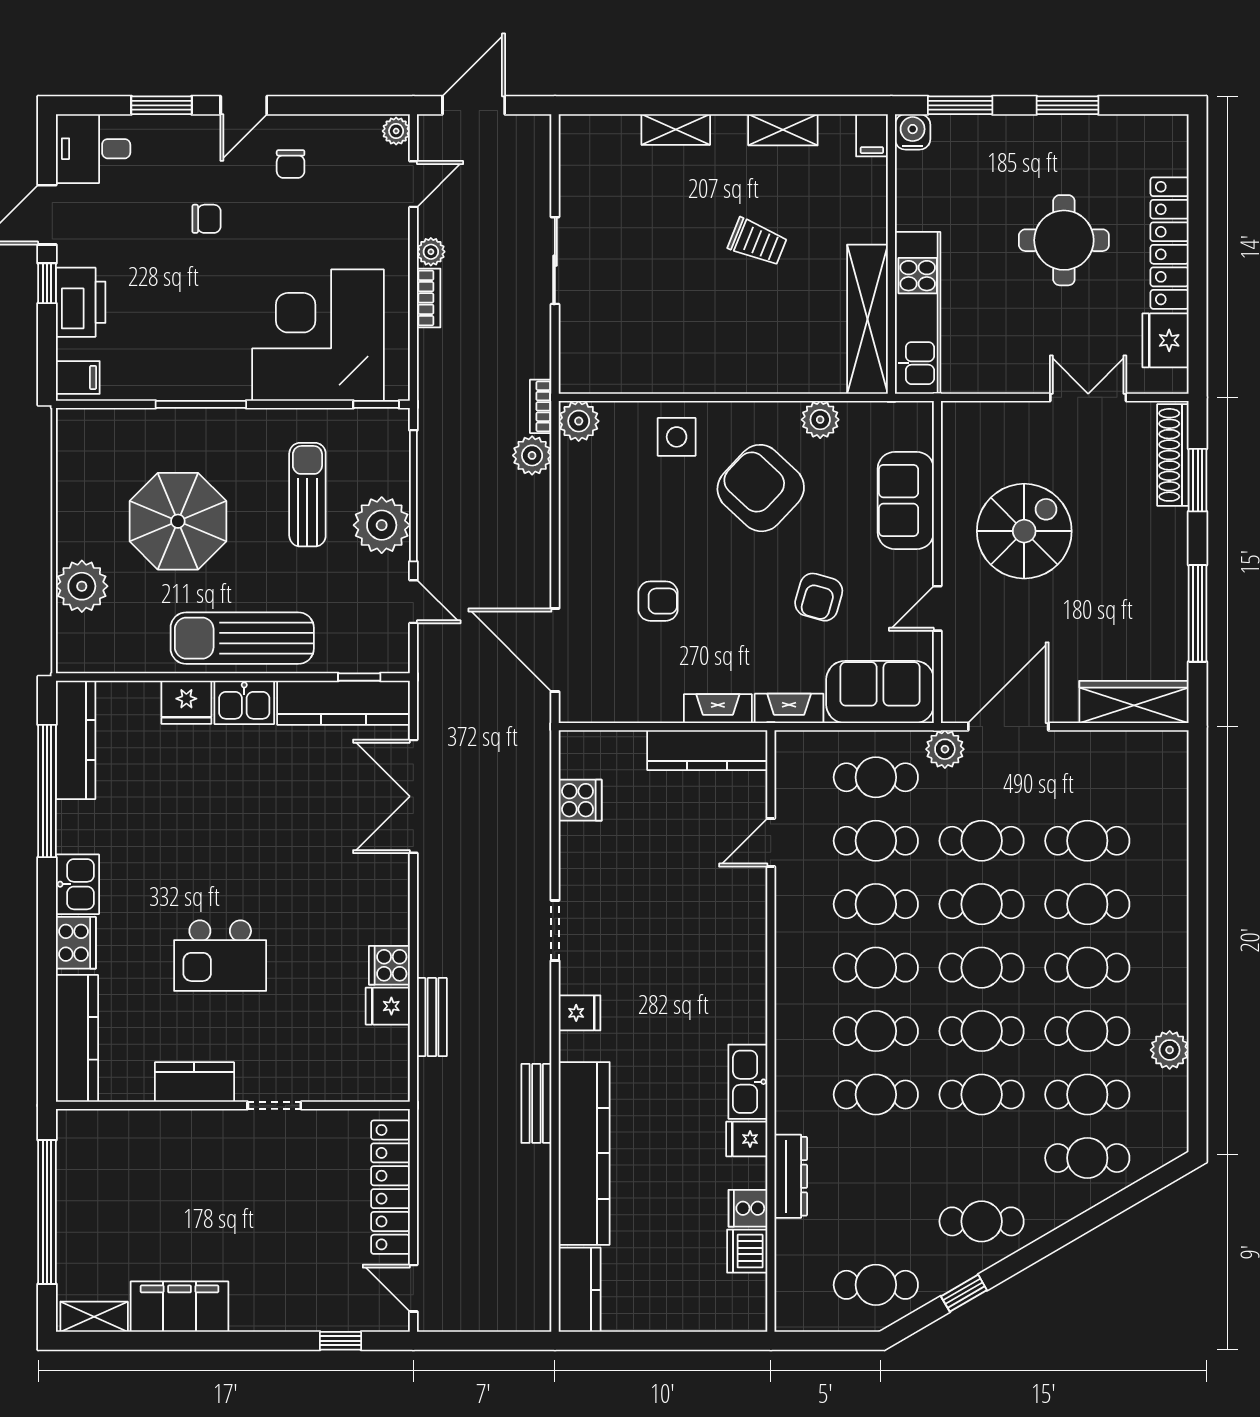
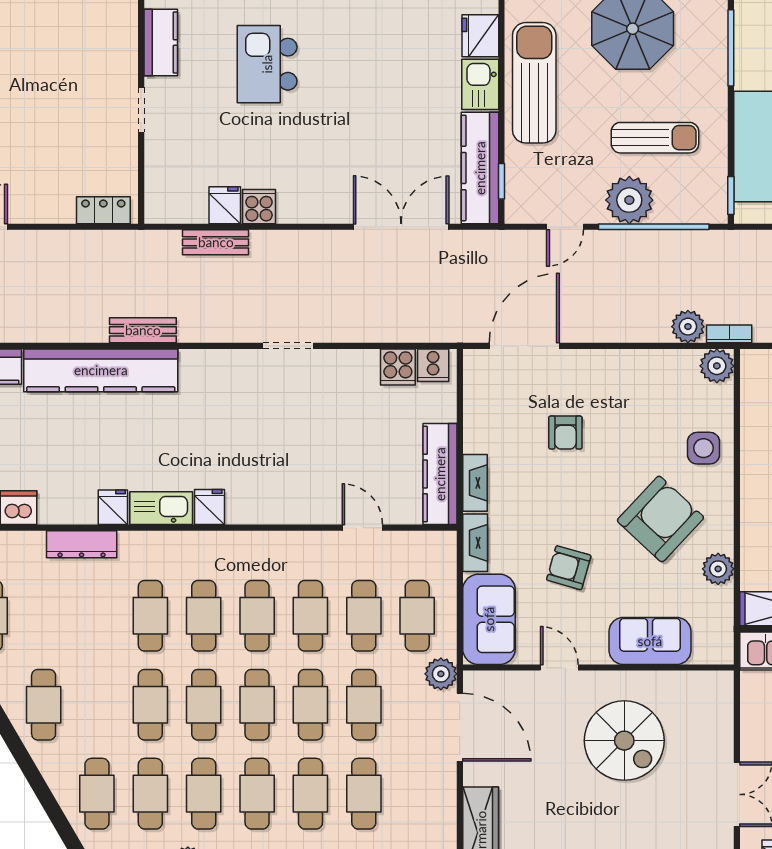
fridge: (579, 1013) -> (209, 507), moved, turned 180
locker: (390, 1187) -> (103, 210), width x0.46, depth x0.83
cooker: (748, 1208) -> (433, 365), moved, turned 180

